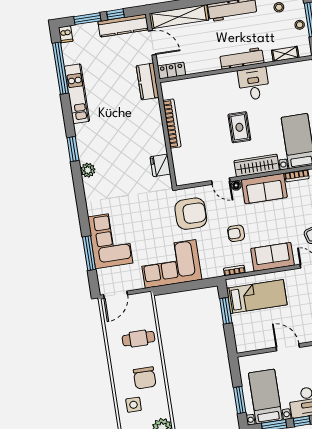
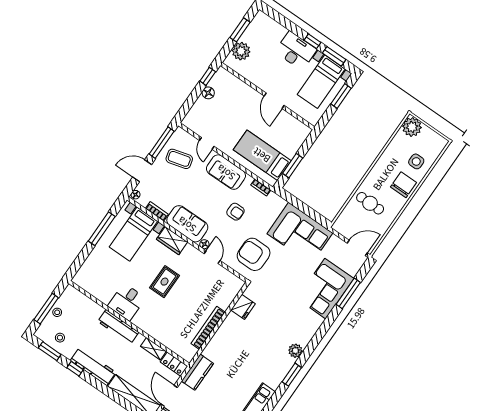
shelving: (285, 54) -> (153, 349), moved
wardrobe: (257, 165) -> (172, 241), width x0.67
chair: (145, 378) -> (403, 185), moved

